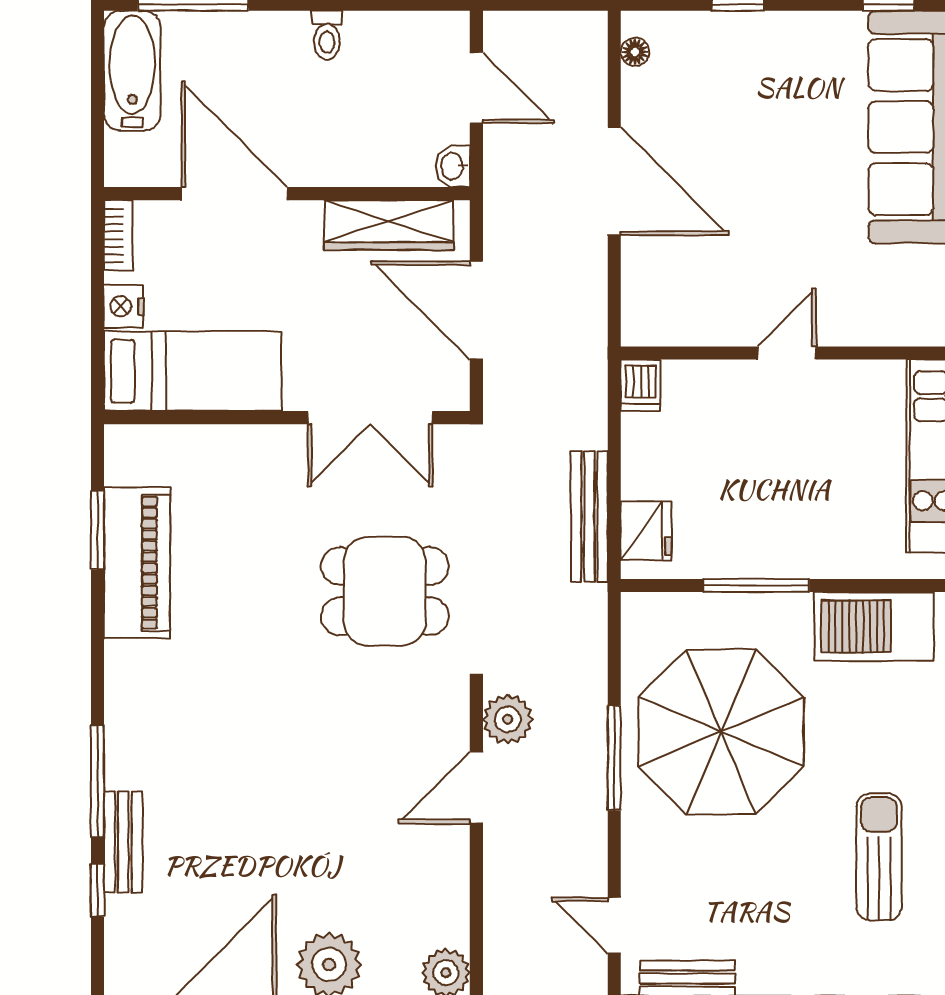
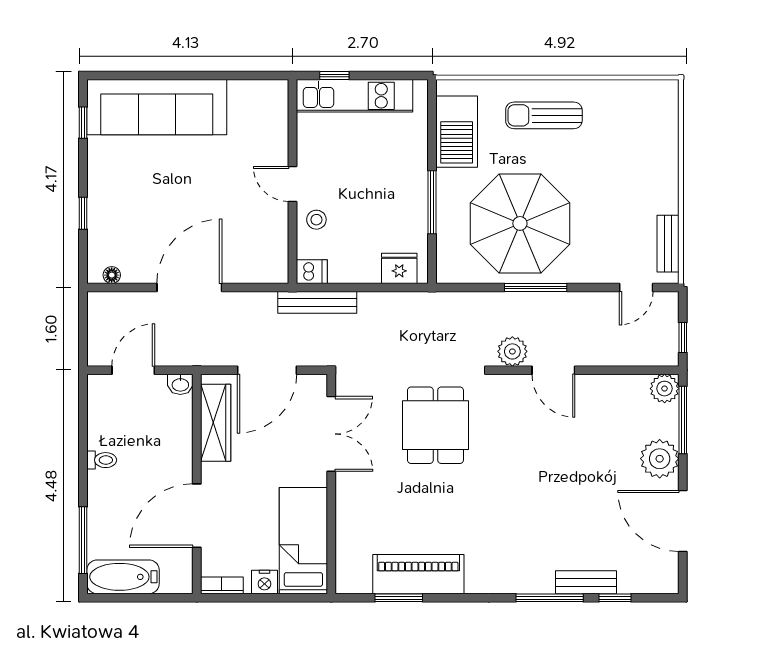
stool: (727, 393) -> (316, 220), added
bench: (589, 517) -> (317, 302), moved
sun lounger: (879, 857) -> (544, 115), moved

